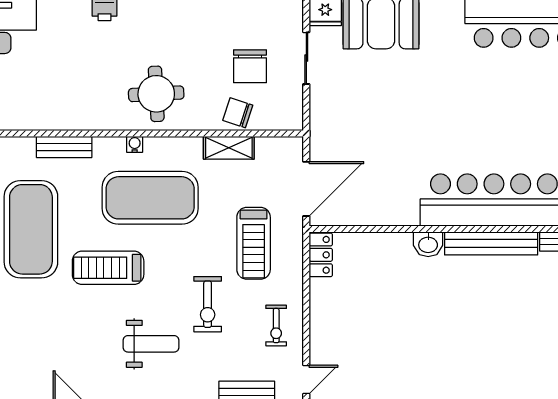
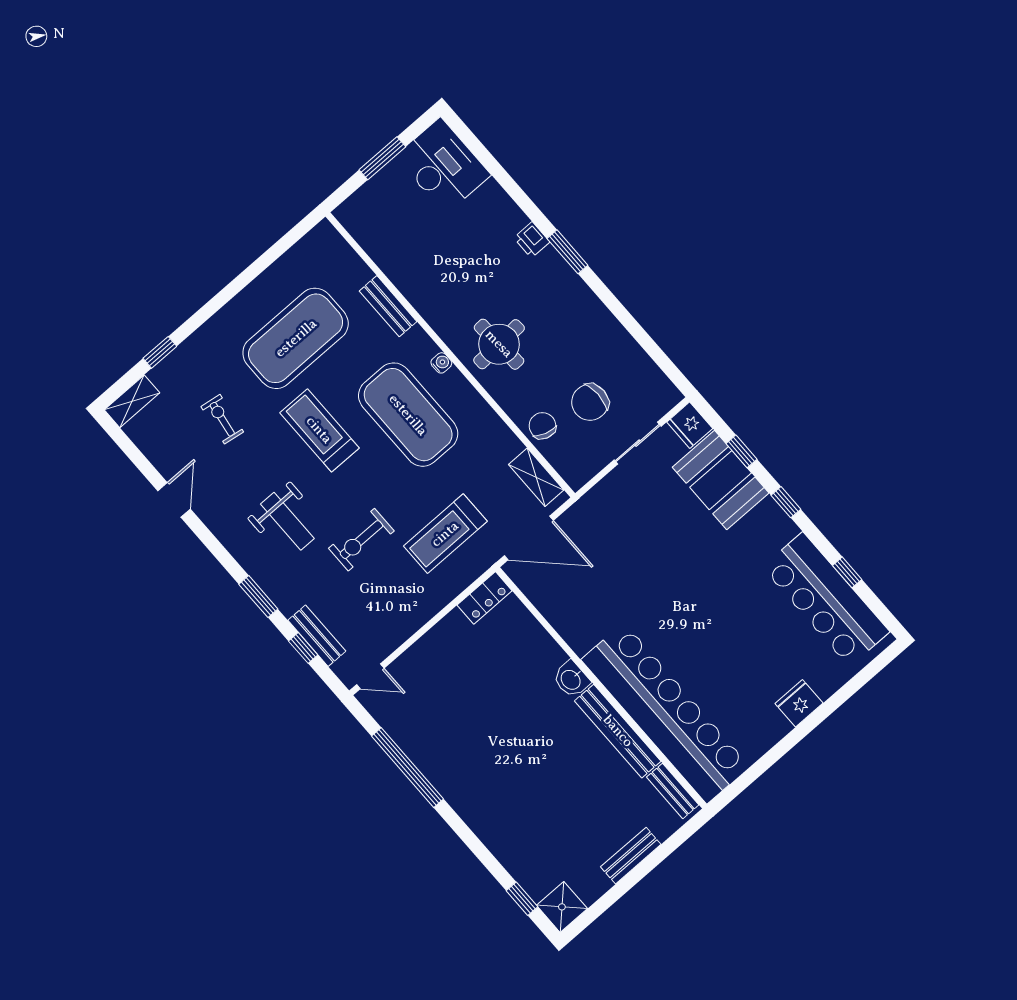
shelving: (229, 148) -> (536, 477), moved
exercise bike: (276, 326) -> (222, 419), moved, turned 99

